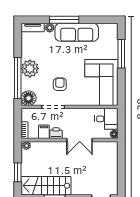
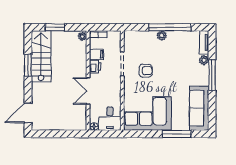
sofa: (77, 32) -> (199, 108), moved
plant: (30, 69) -> (162, 36), width x0.53, depth x0.53
window: (18, 78) -> (170, 27), moved
floor lamp: (28, 98) -> (131, 38), removed

